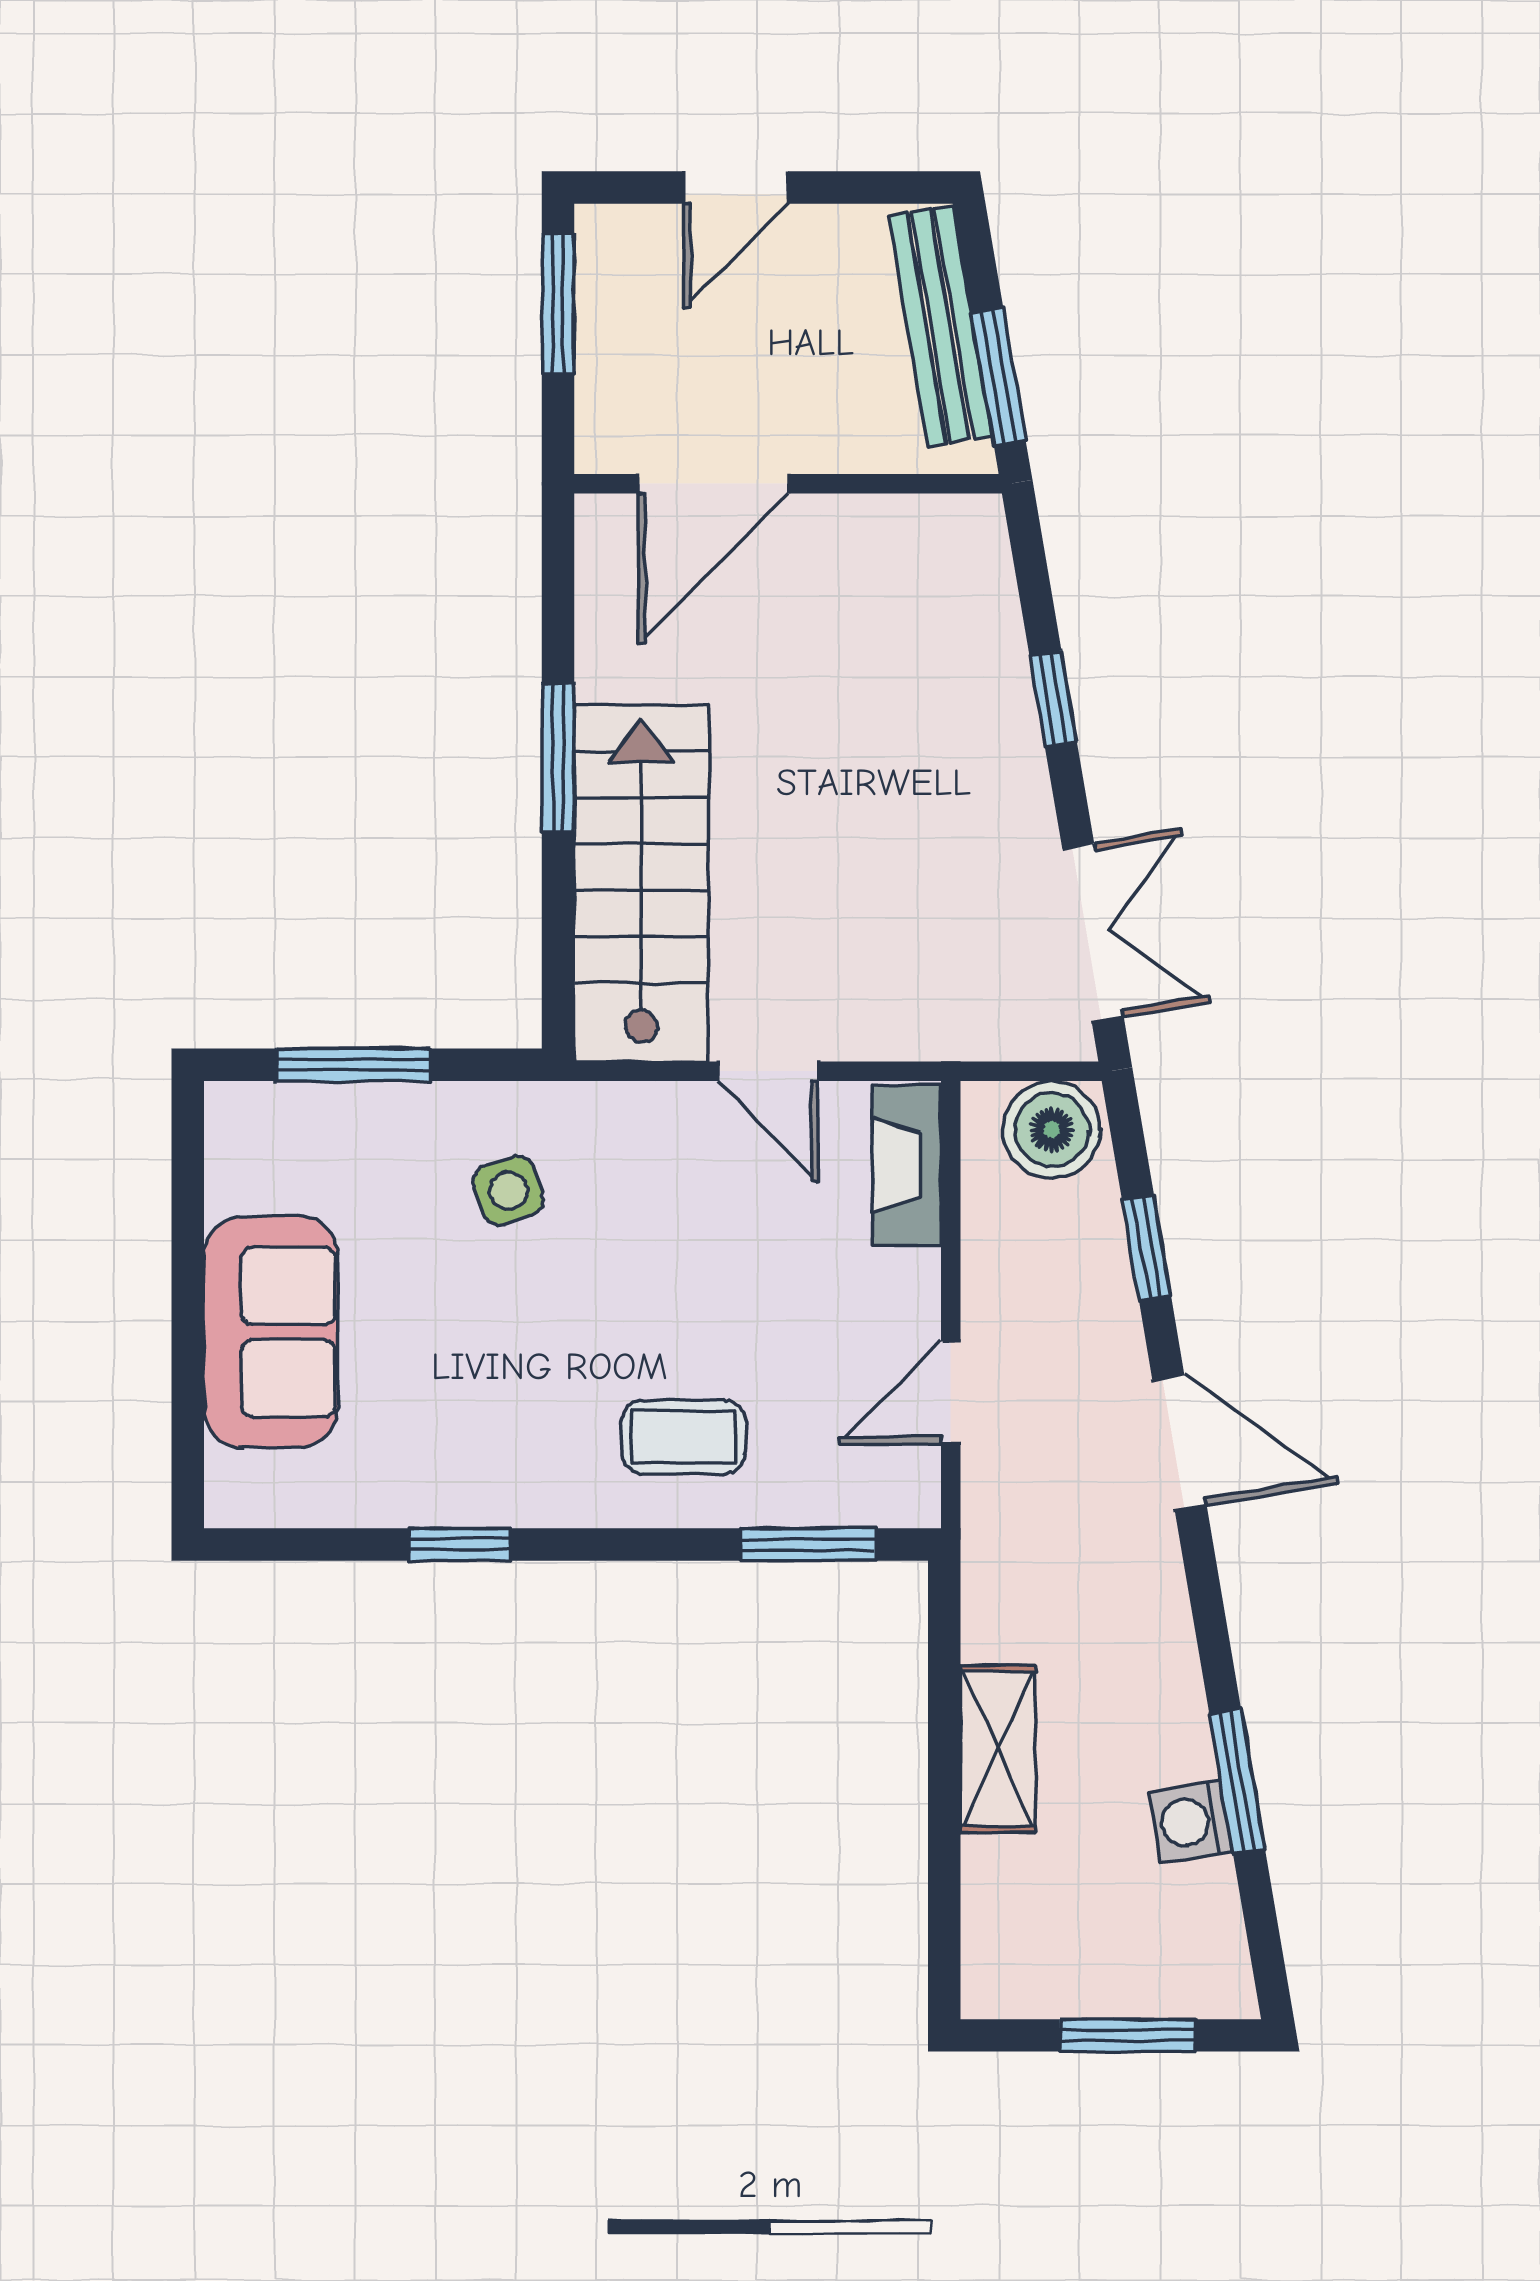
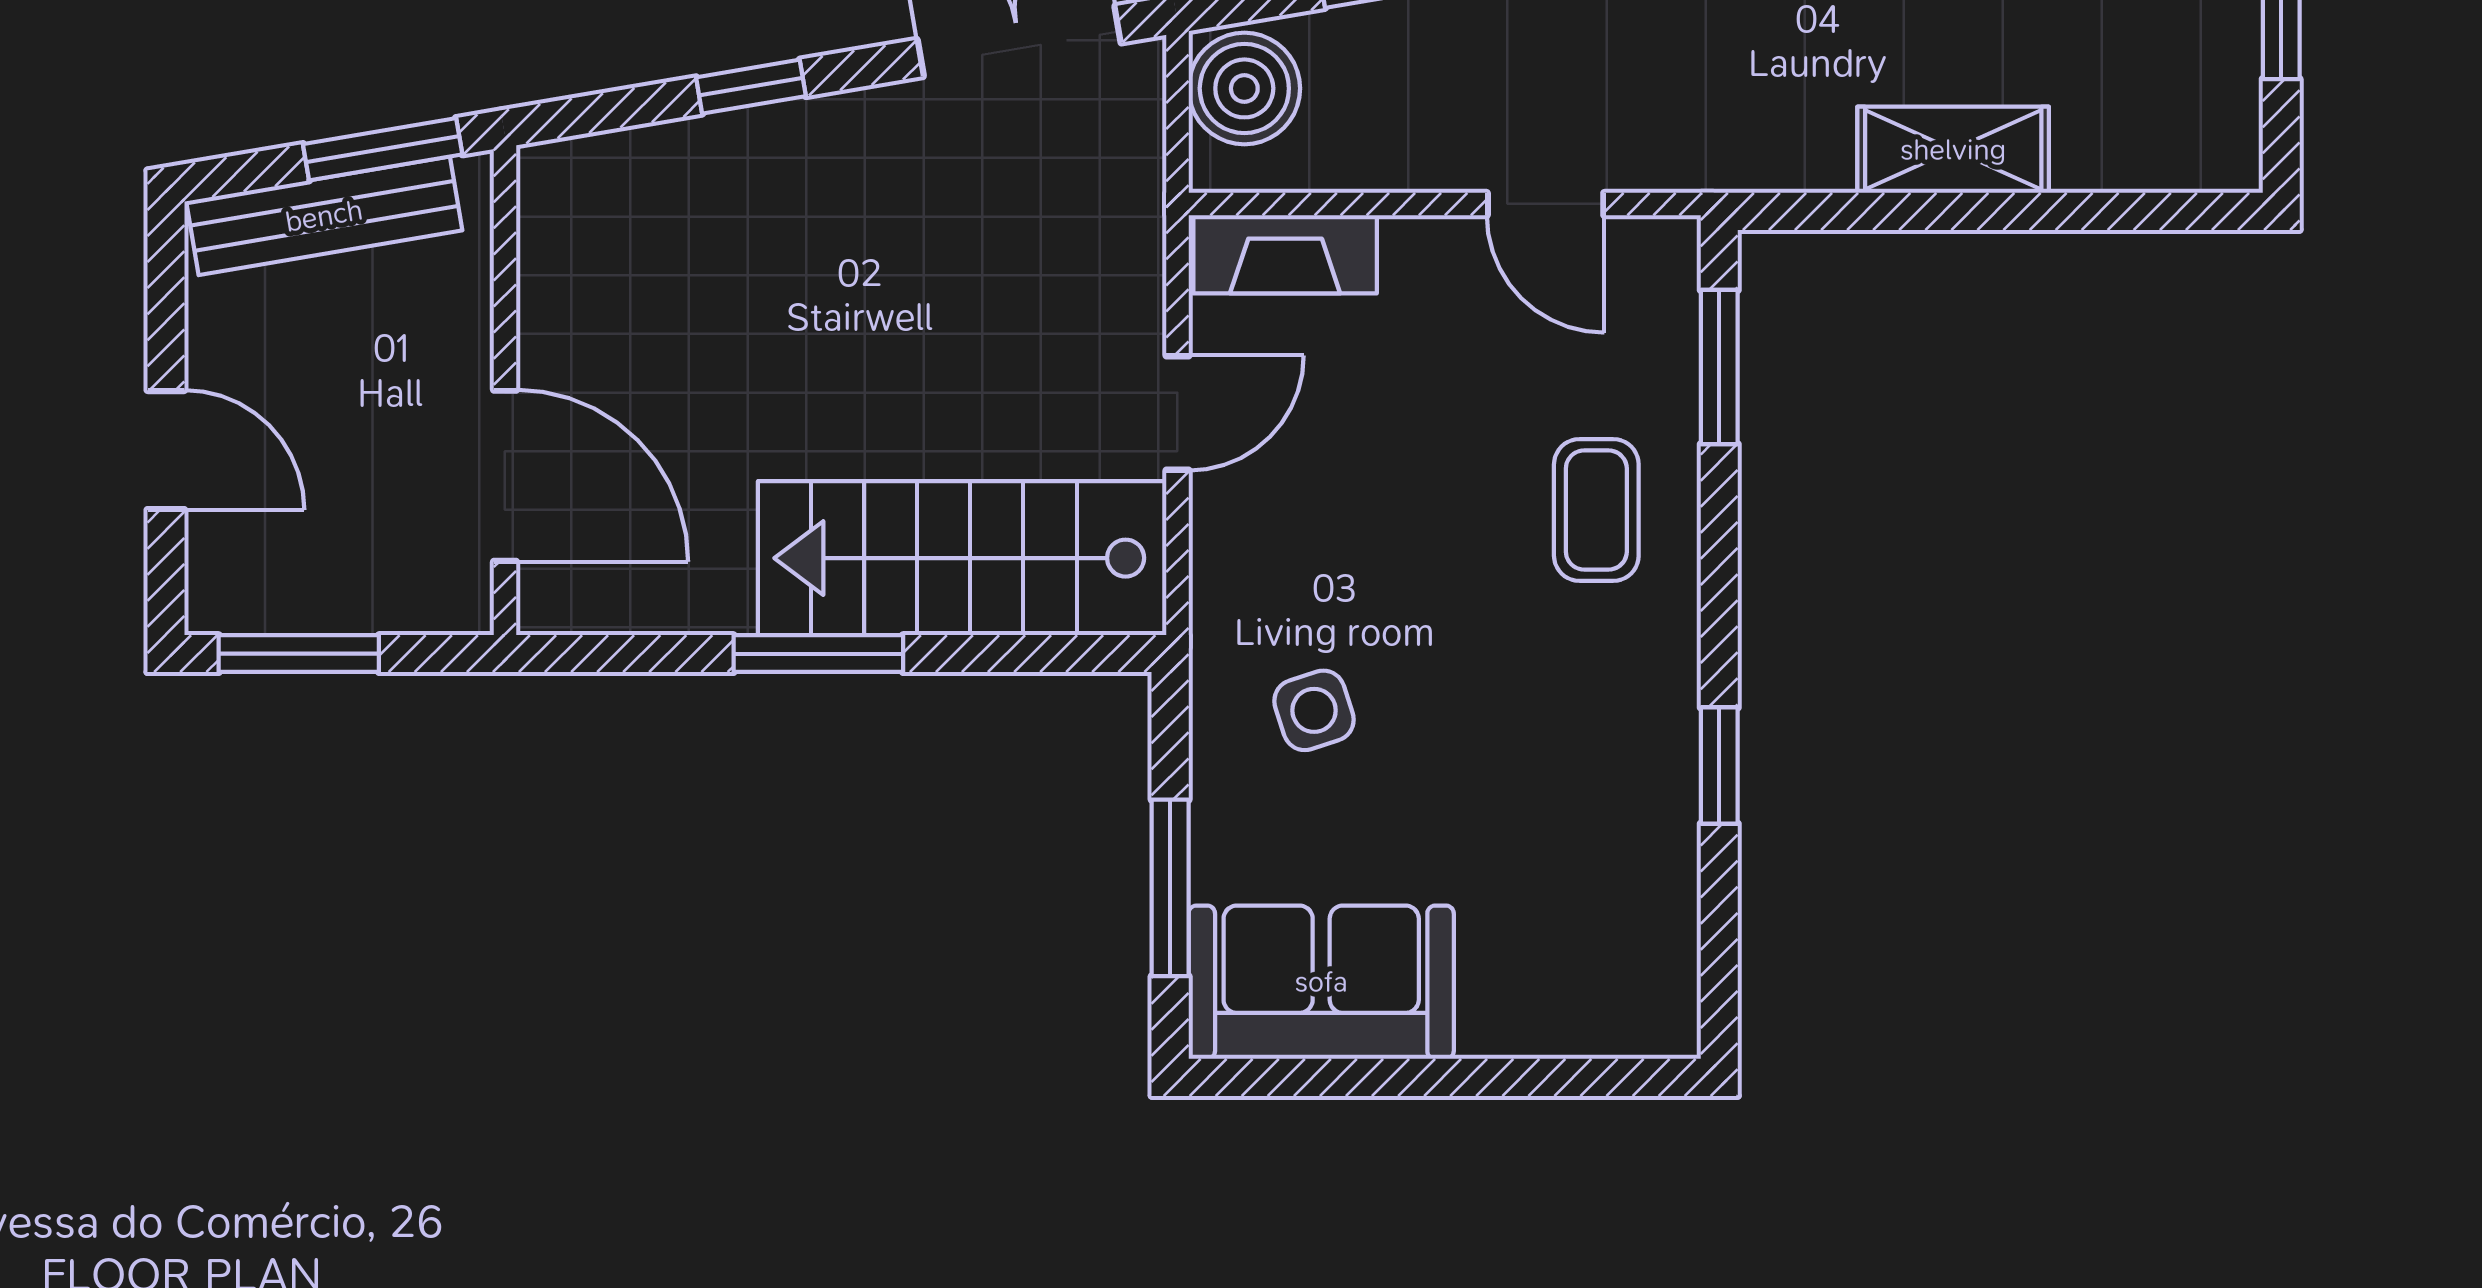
sofa: (271, 1332) -> (1321, 982), moved

